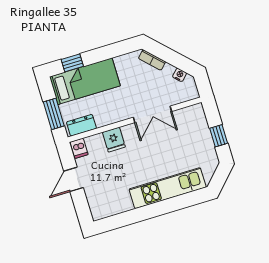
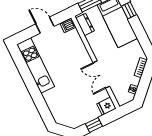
fridge: (114, 140) -> (106, 106), moved
kitchen unit: (168, 188) -> (36, 66), moved

